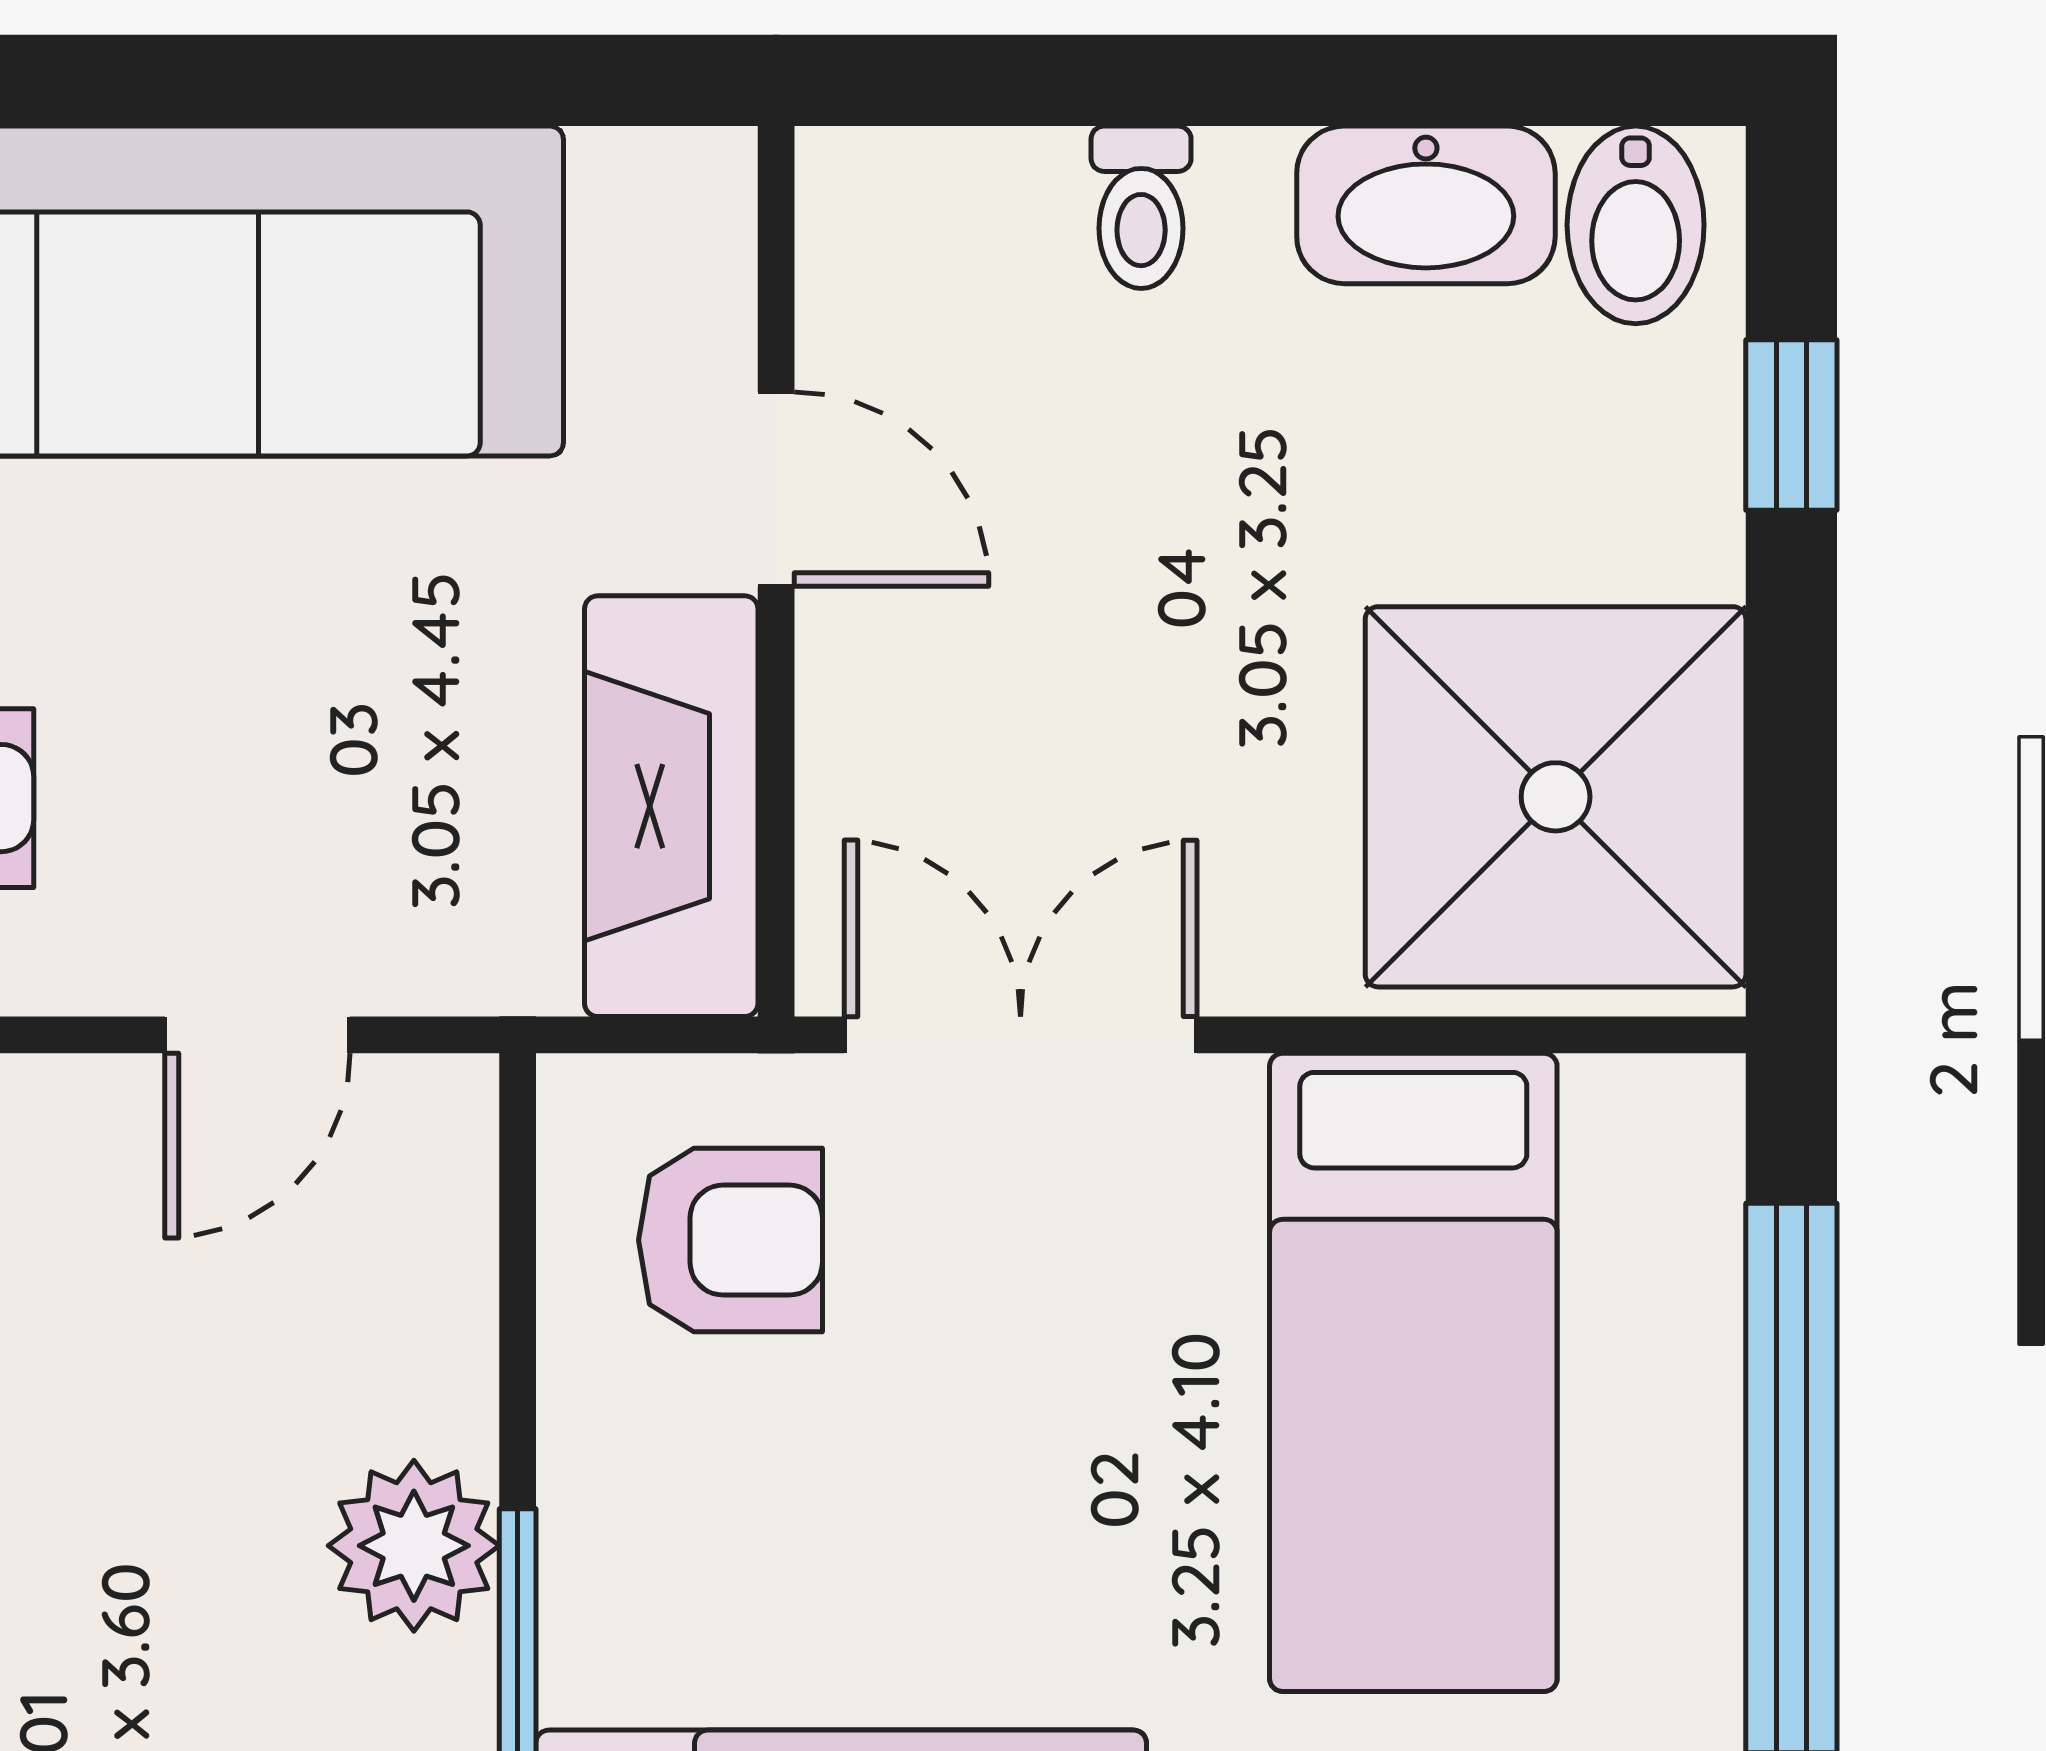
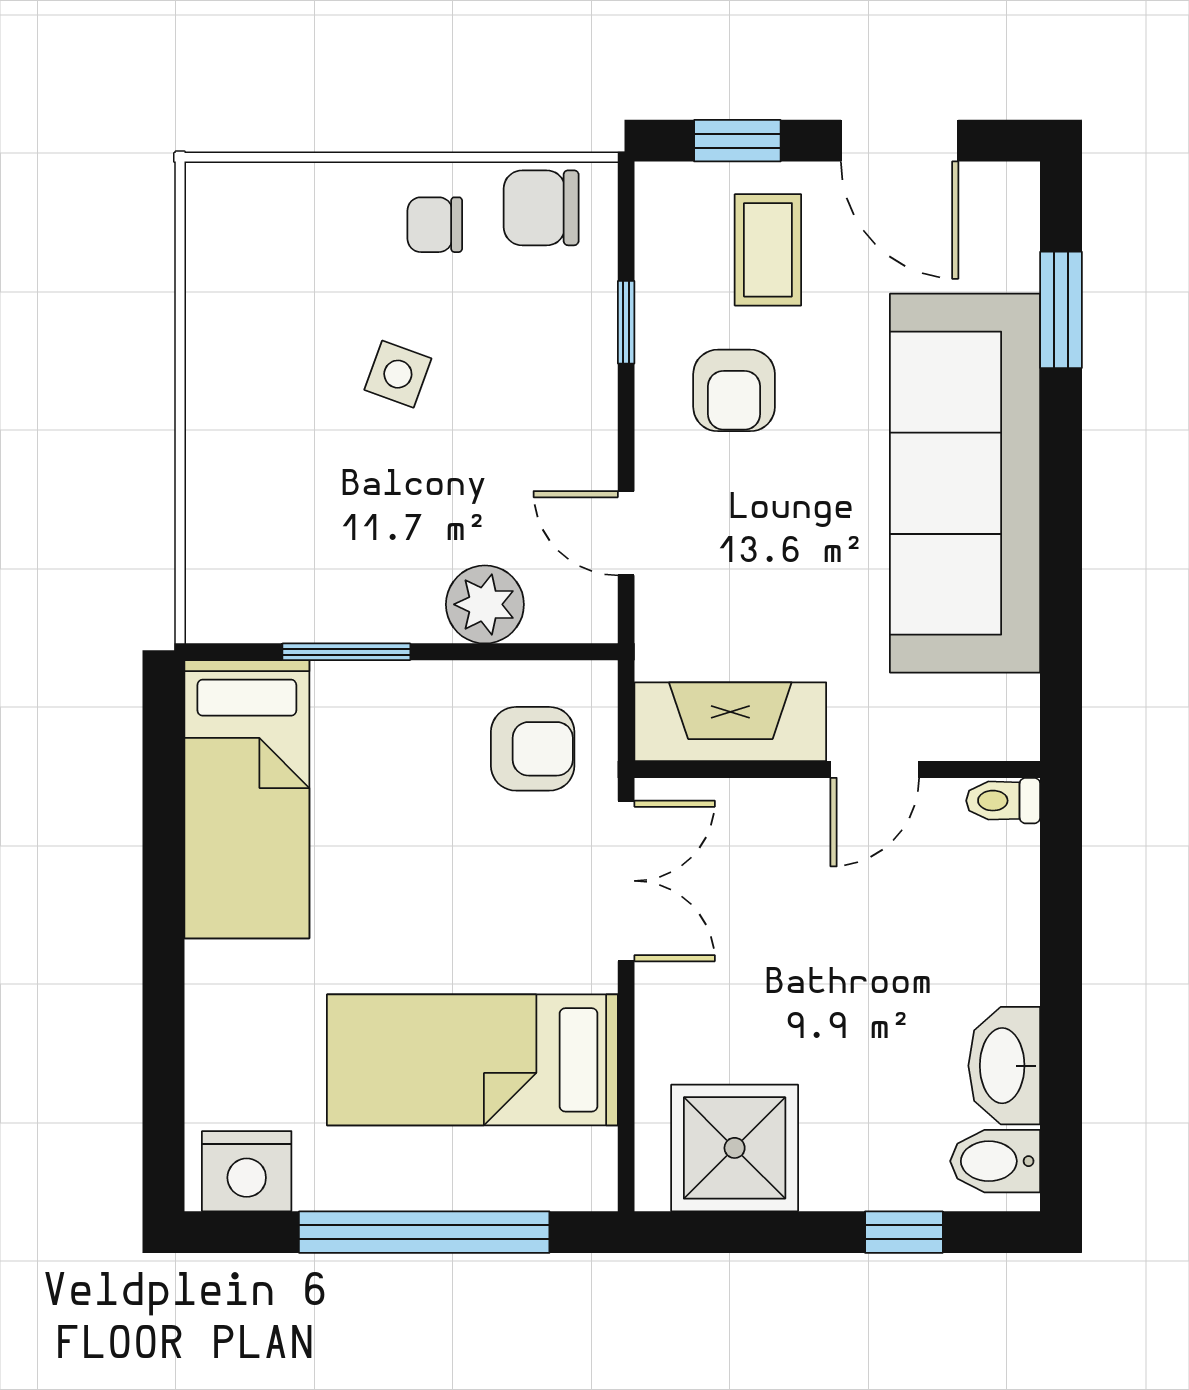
toilet: (1141, 207) -> (1003, 801), moved
shower: (1556, 797) -> (735, 1148), width x0.73, depth x0.73
armchair: (731, 1240) -> (533, 749), turned -90
plant: (414, 1546) -> (485, 604), moved

